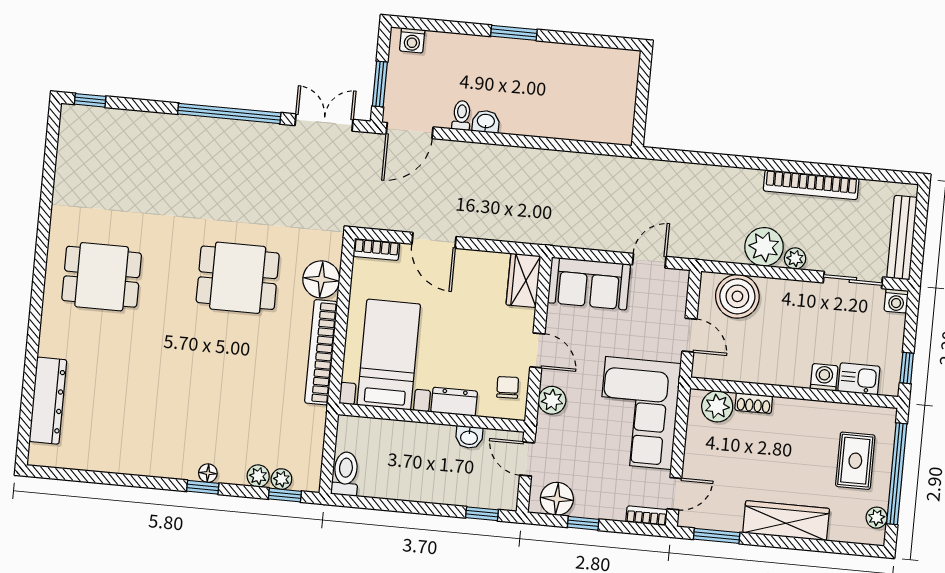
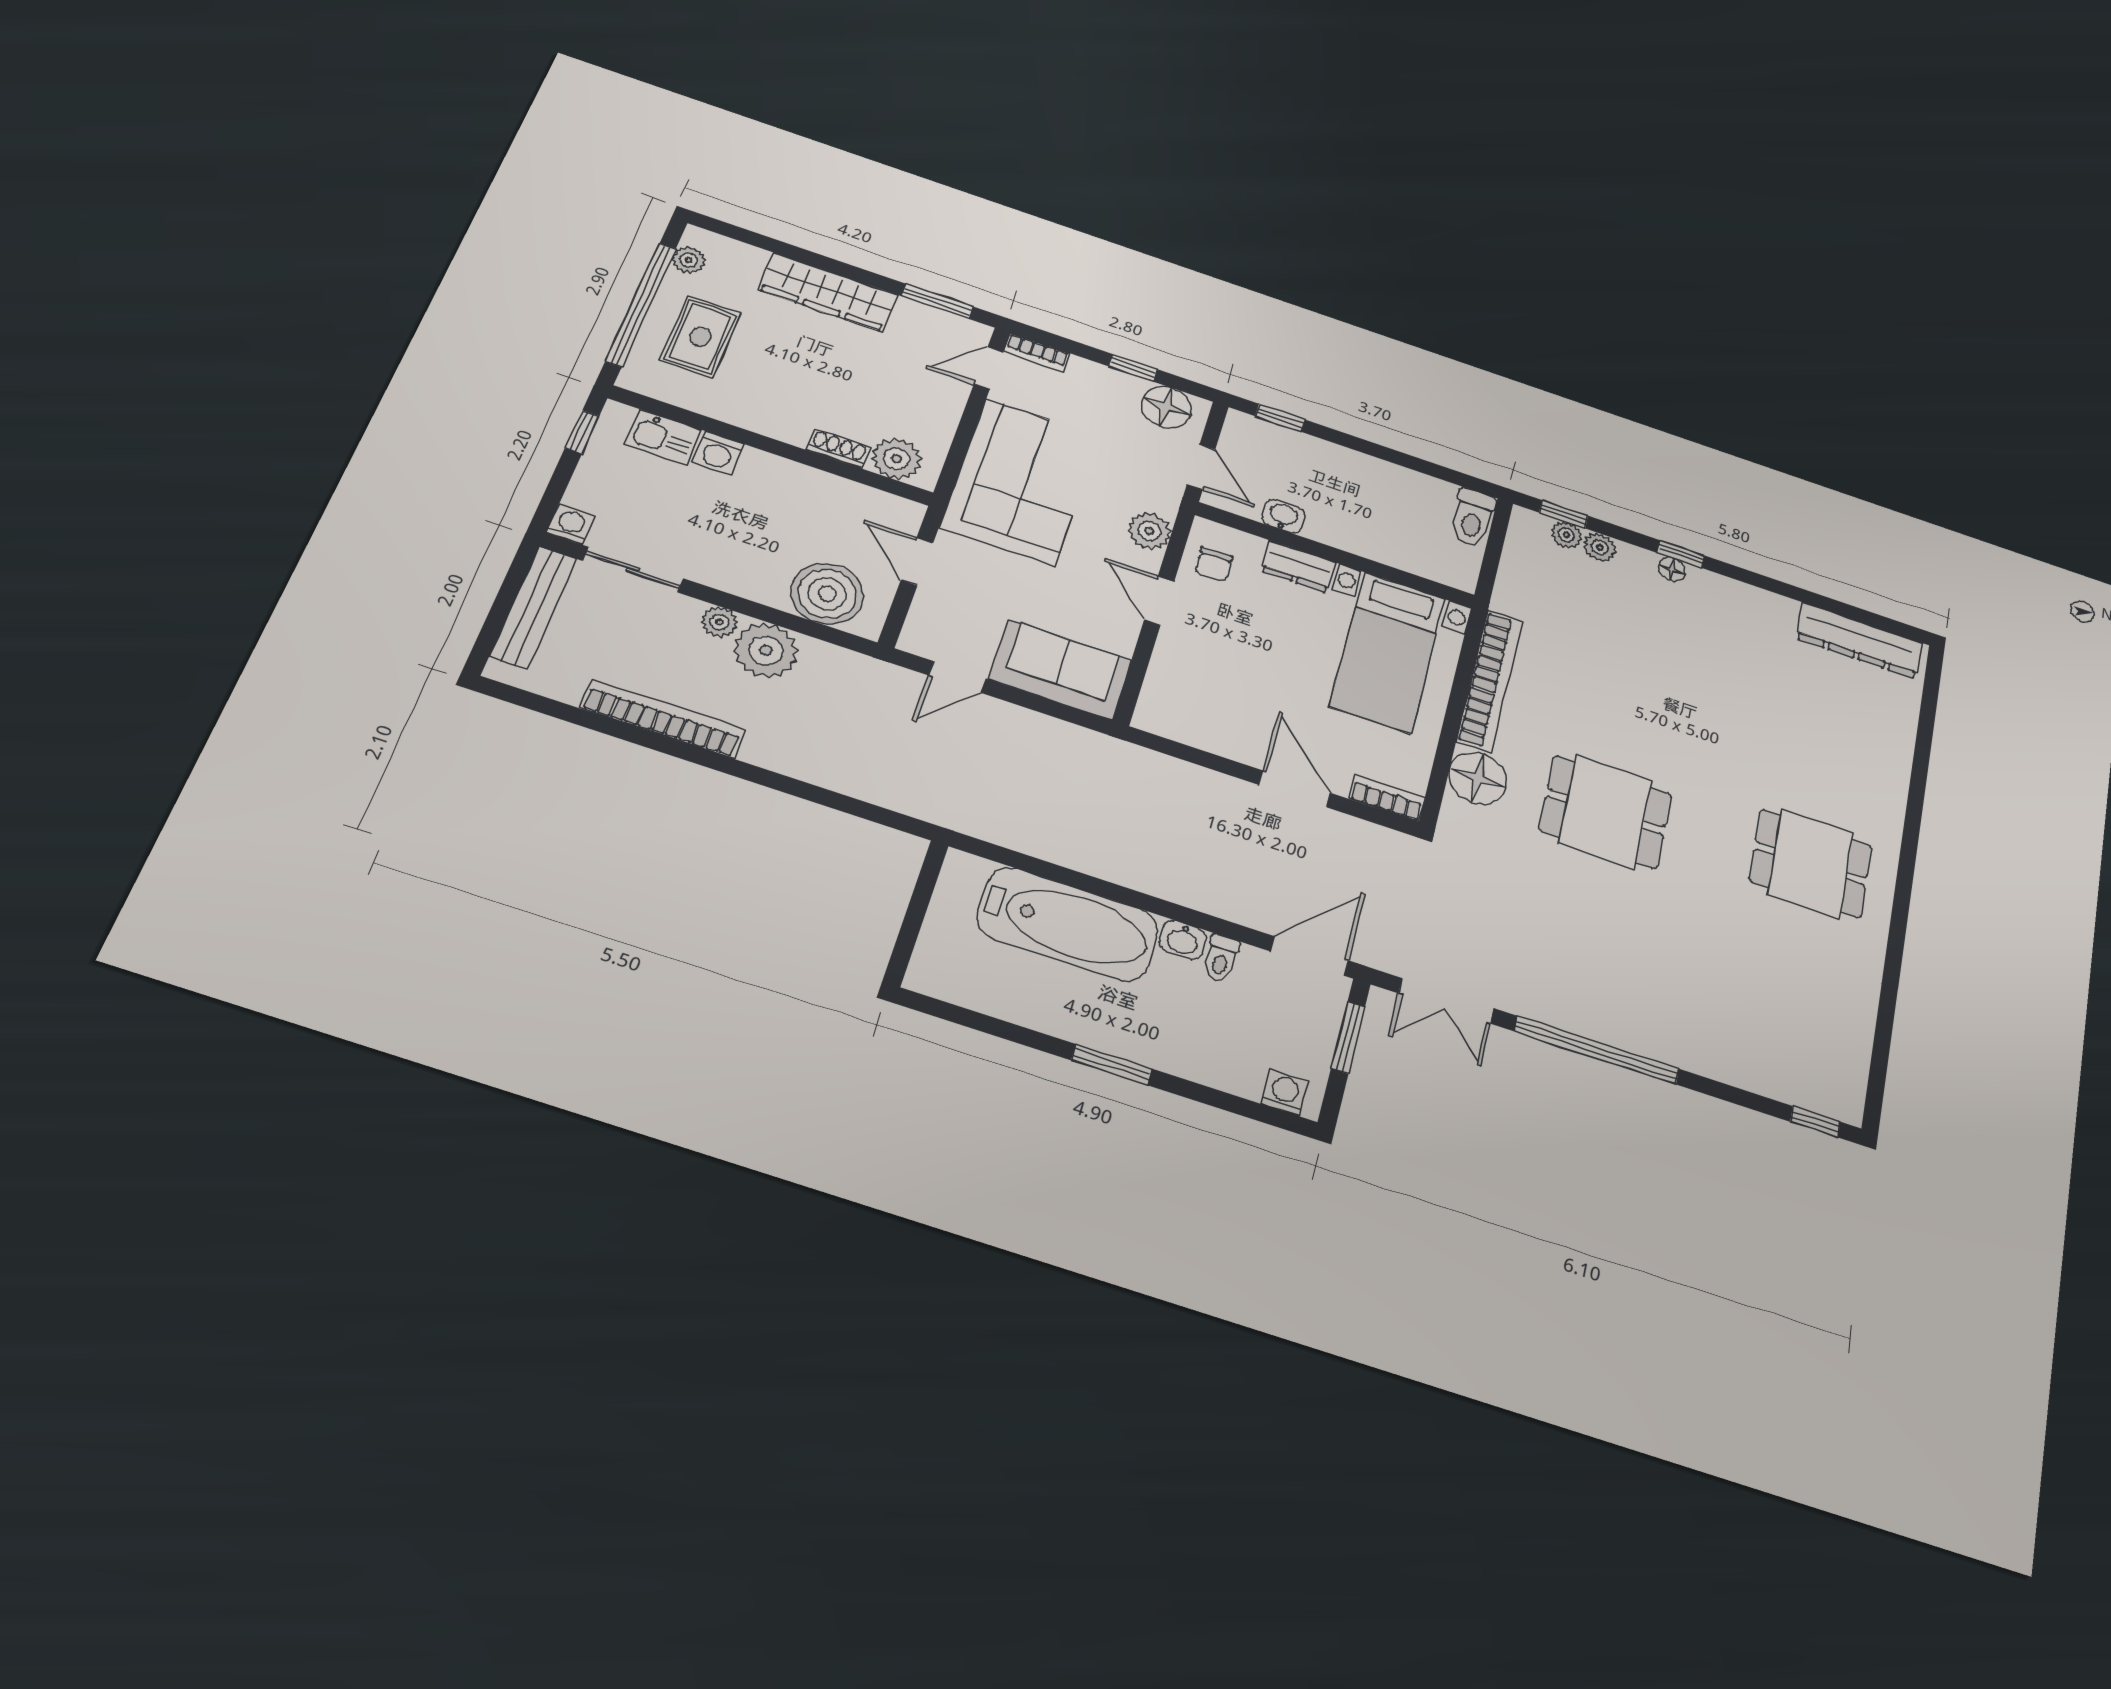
bathtub: (554, 114) -> (1068, 924), added
wardrobe: (523, 280) -> (1163, 699), removed
dresser: (48, 401) -> (1859, 640), moved, turned -90

